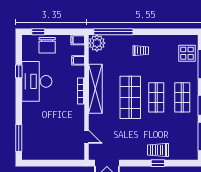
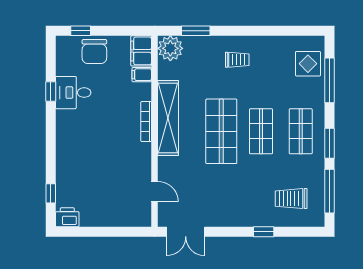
window: (113, 32) -> (196, 31), width x0.47
filing cabinet: (78, 40) -> (141, 51), width x2.00
desk: (37, 81) -> (73, 93), width x0.53, depth x0.77
window: (19, 138) -> (51, 193), width x0.46
trolley: (158, 150) -> (291, 199), moved
printer: (29, 154) -> (67, 217), added

